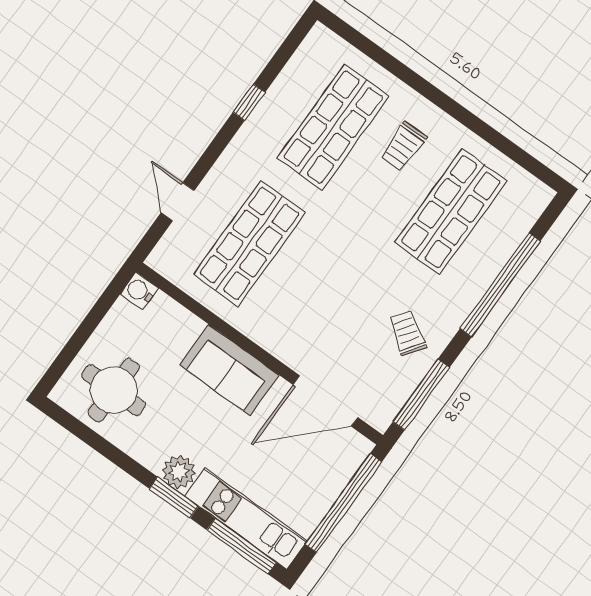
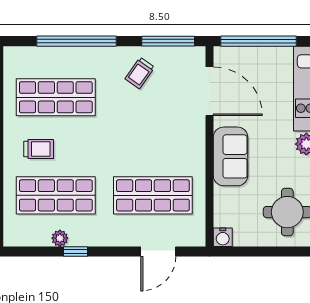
plant: (278, 95) -> (60, 238), added
door: (178, 202) -> (158, 251), width x1.38

